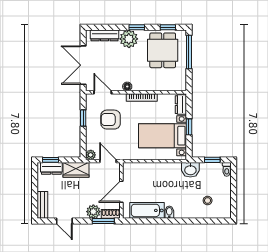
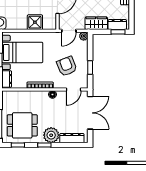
dining table: (163, 50) -> (22, 125), turned 90
door: (103, 92) -> (74, 90), hinge flipped
armchair: (111, 120) -> (67, 66), turned -111
door: (108, 161) -> (69, 31), hinge flipped
shower: (148, 171) -> (35, 22), added

